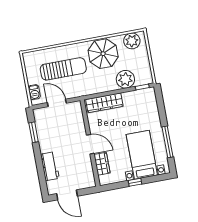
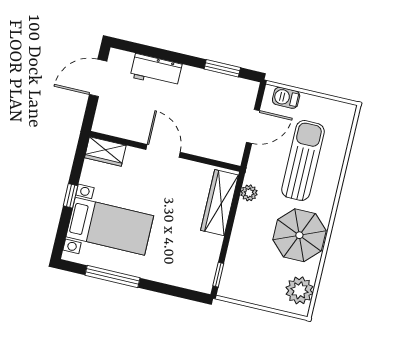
sun lounger: (63, 69) -> (303, 160), turned 180
plant: (125, 79) -> (249, 193), moved, width x0.53, depth x0.53
door: (90, 144) -> (163, 151), swing flipped
wardrobe: (102, 164) -> (105, 152), moved

